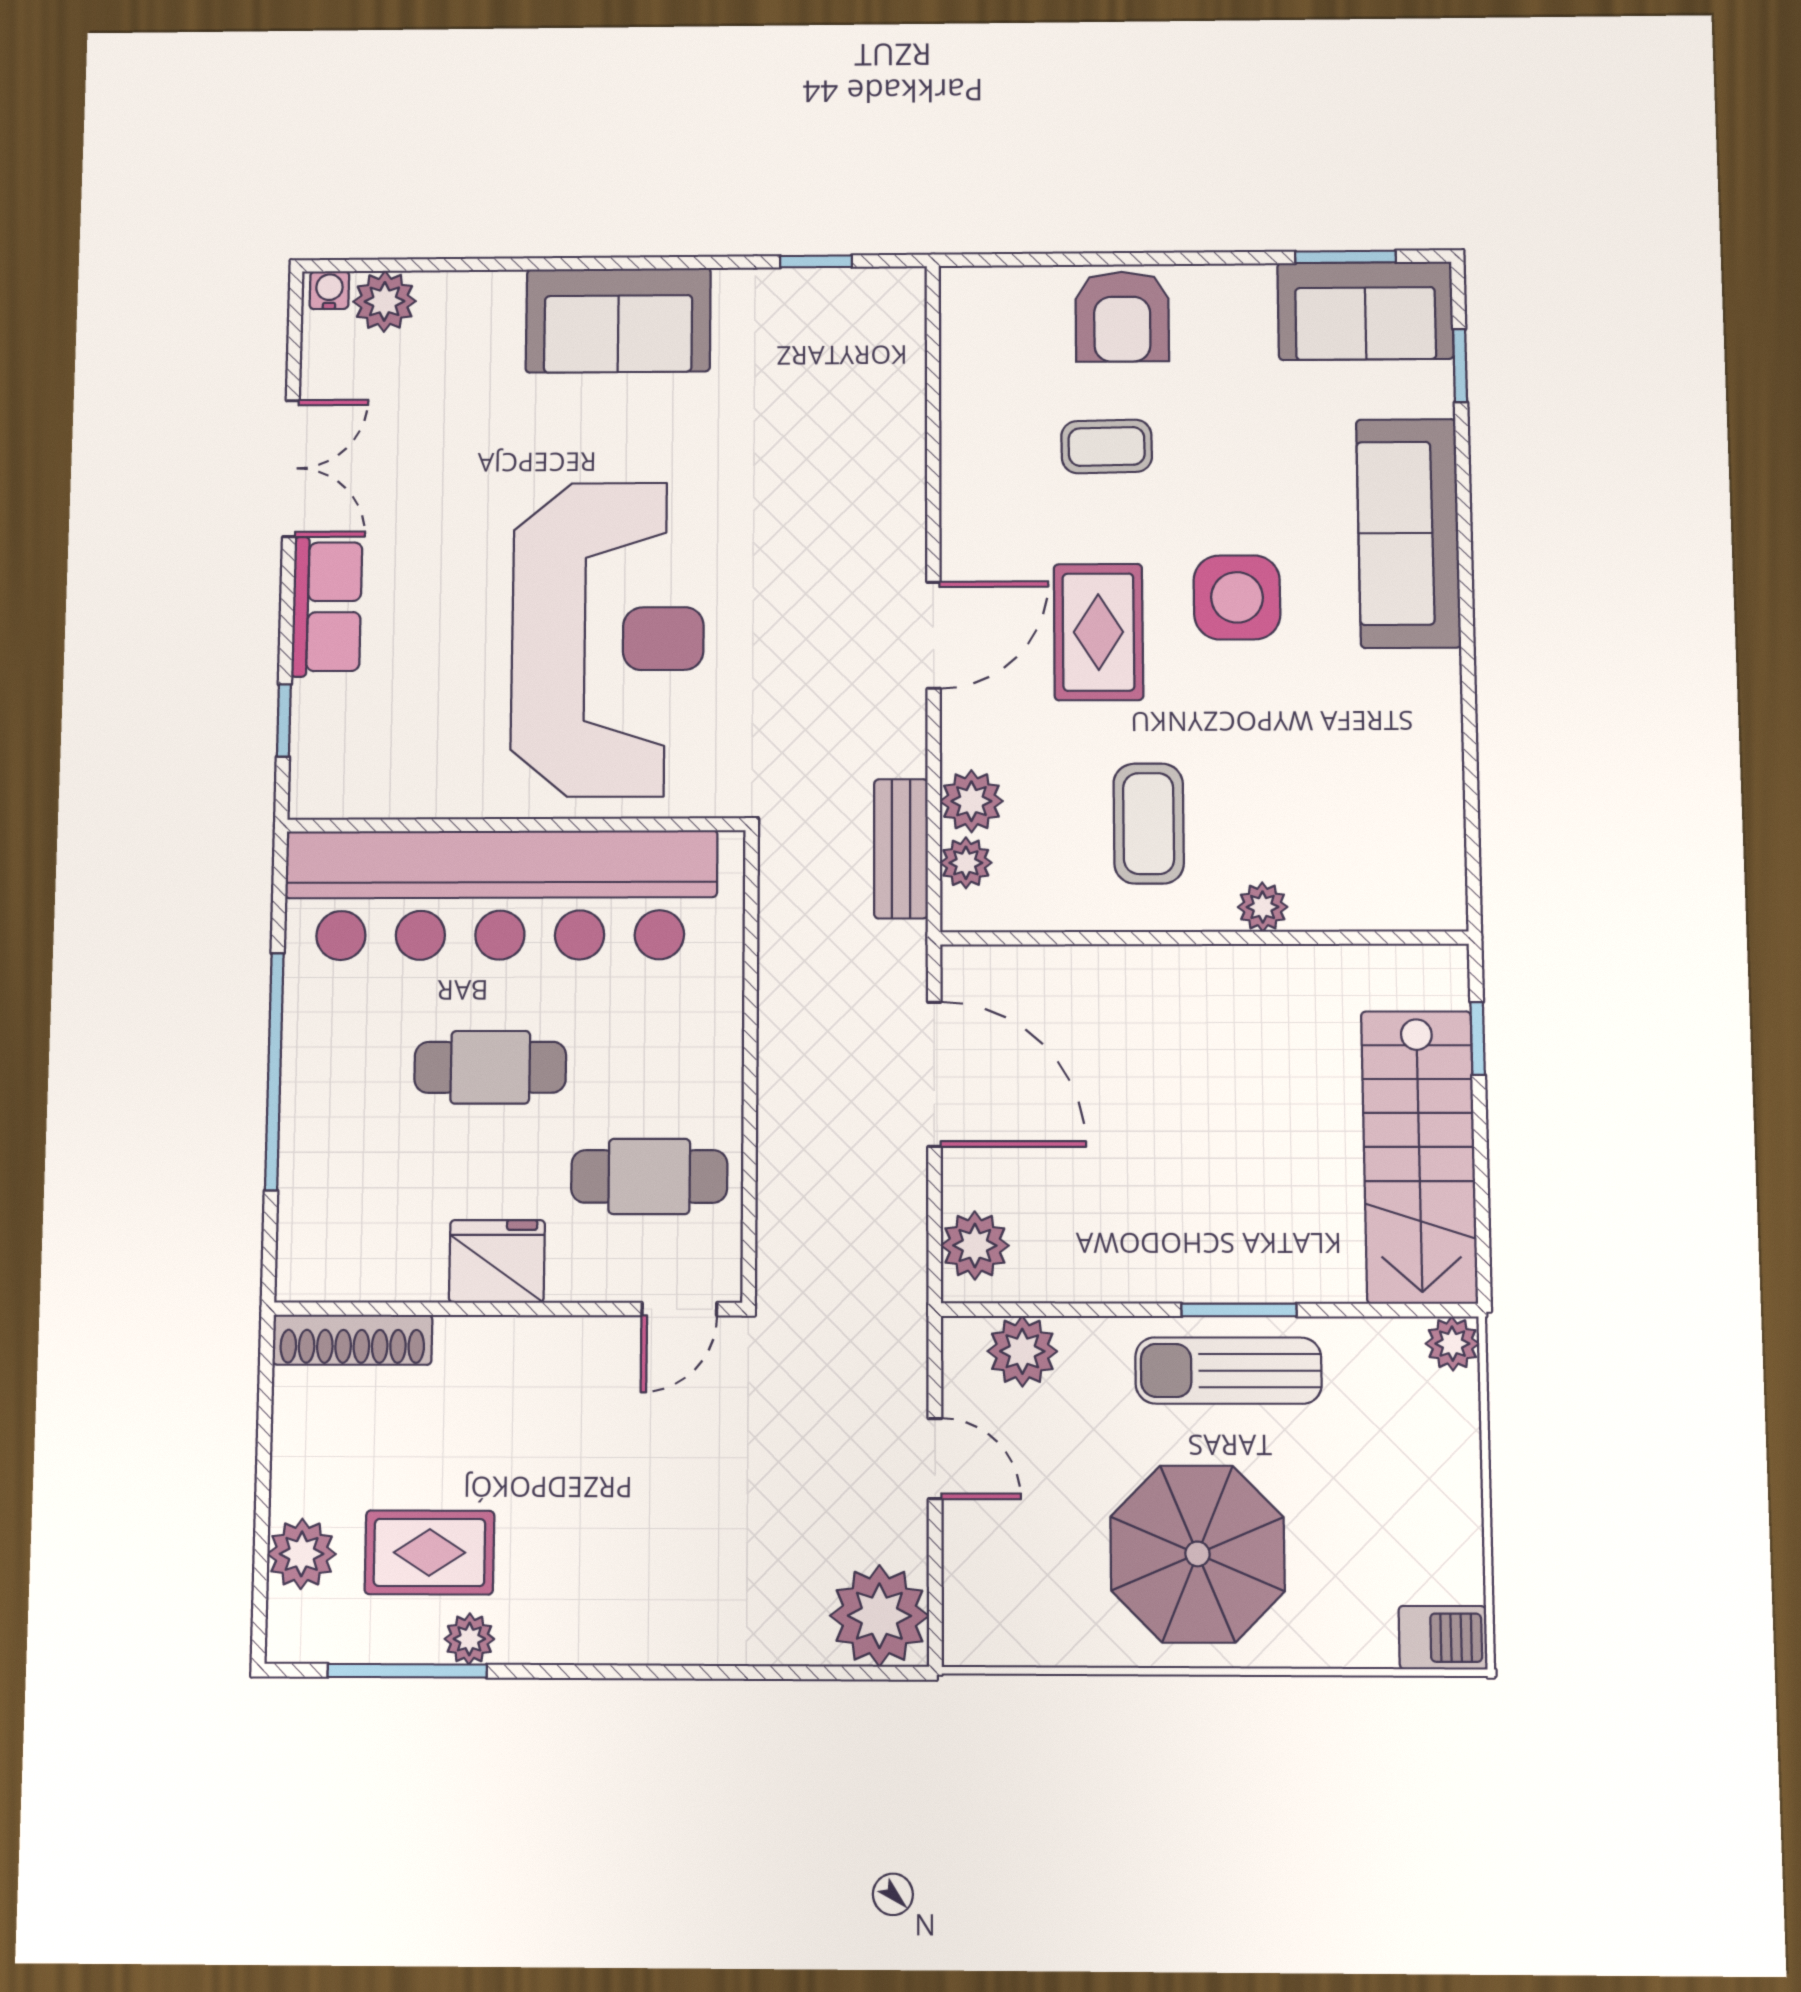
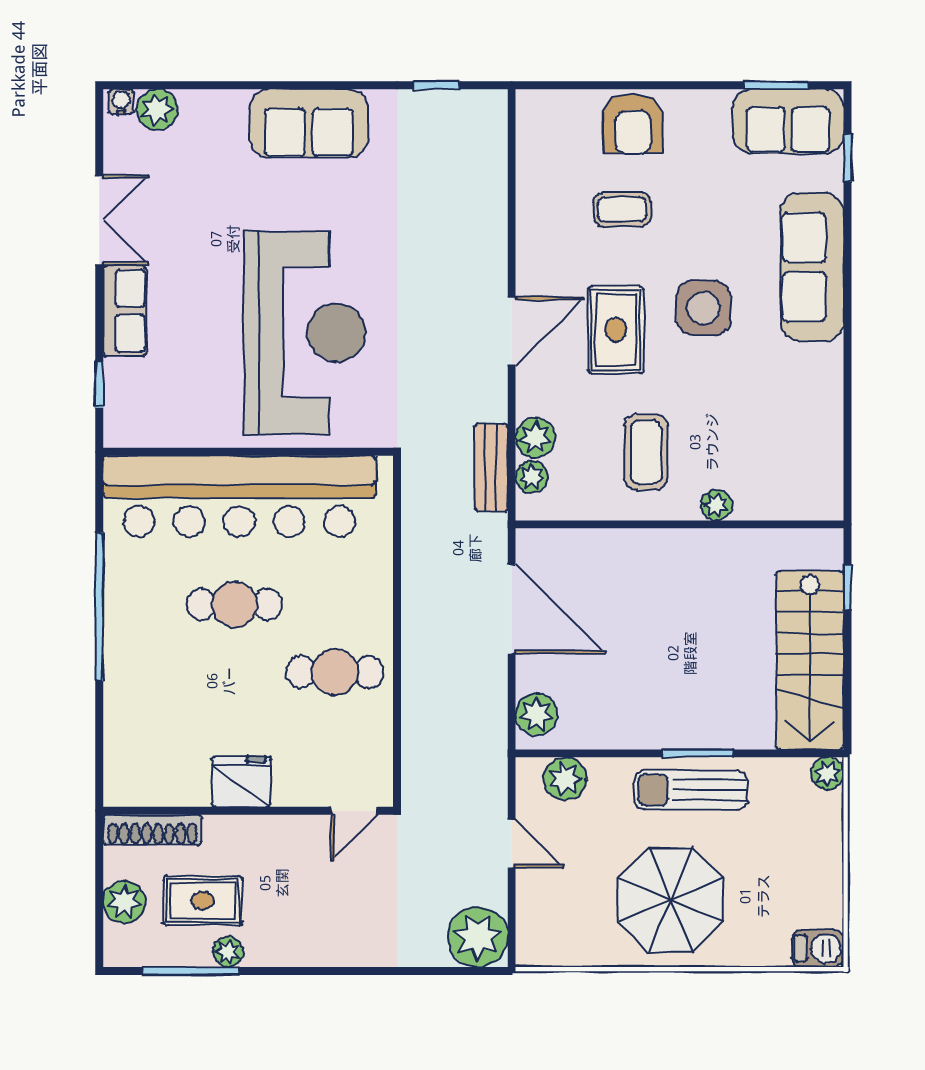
fridge: (497, 1261) -> (241, 782), moved
wall: (508, 1309) -> (248, 811), moved
door: (679, 1309) -> (354, 811), moved
shoe rack: (352, 1340) -> (152, 830), moved

